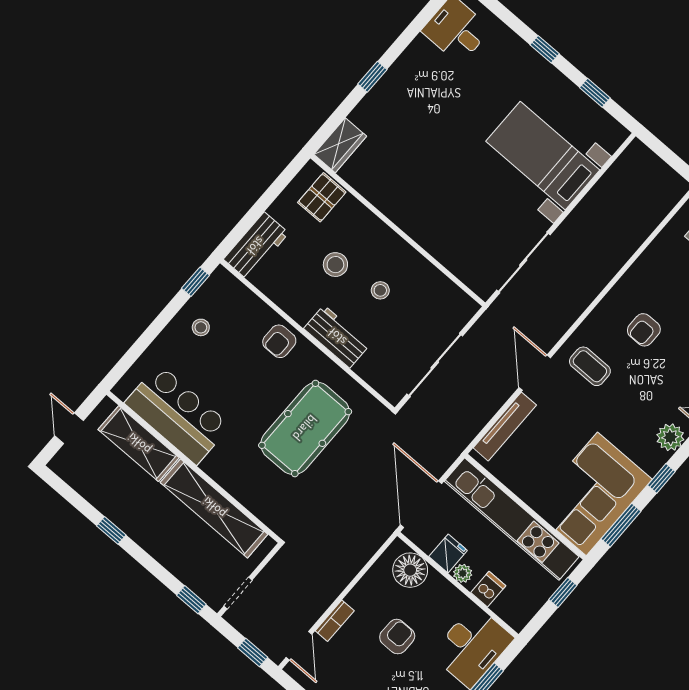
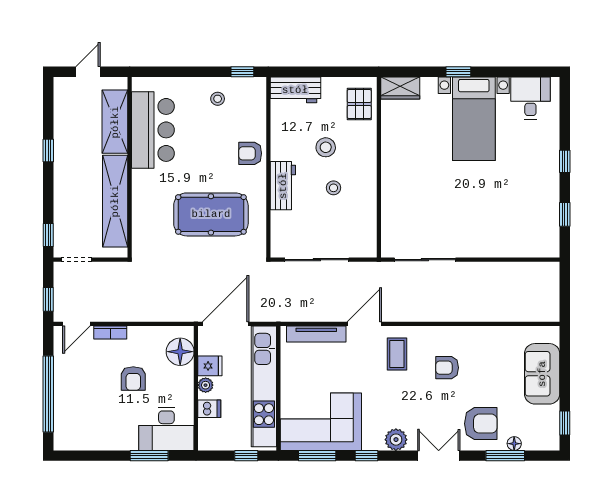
bed with nightstands: (543, 156) -> (474, 119), moved, turned 180
pallet: (322, 197) -> (359, 104), turned 90
armchair: (397, 637) -> (133, 379), turned 90

